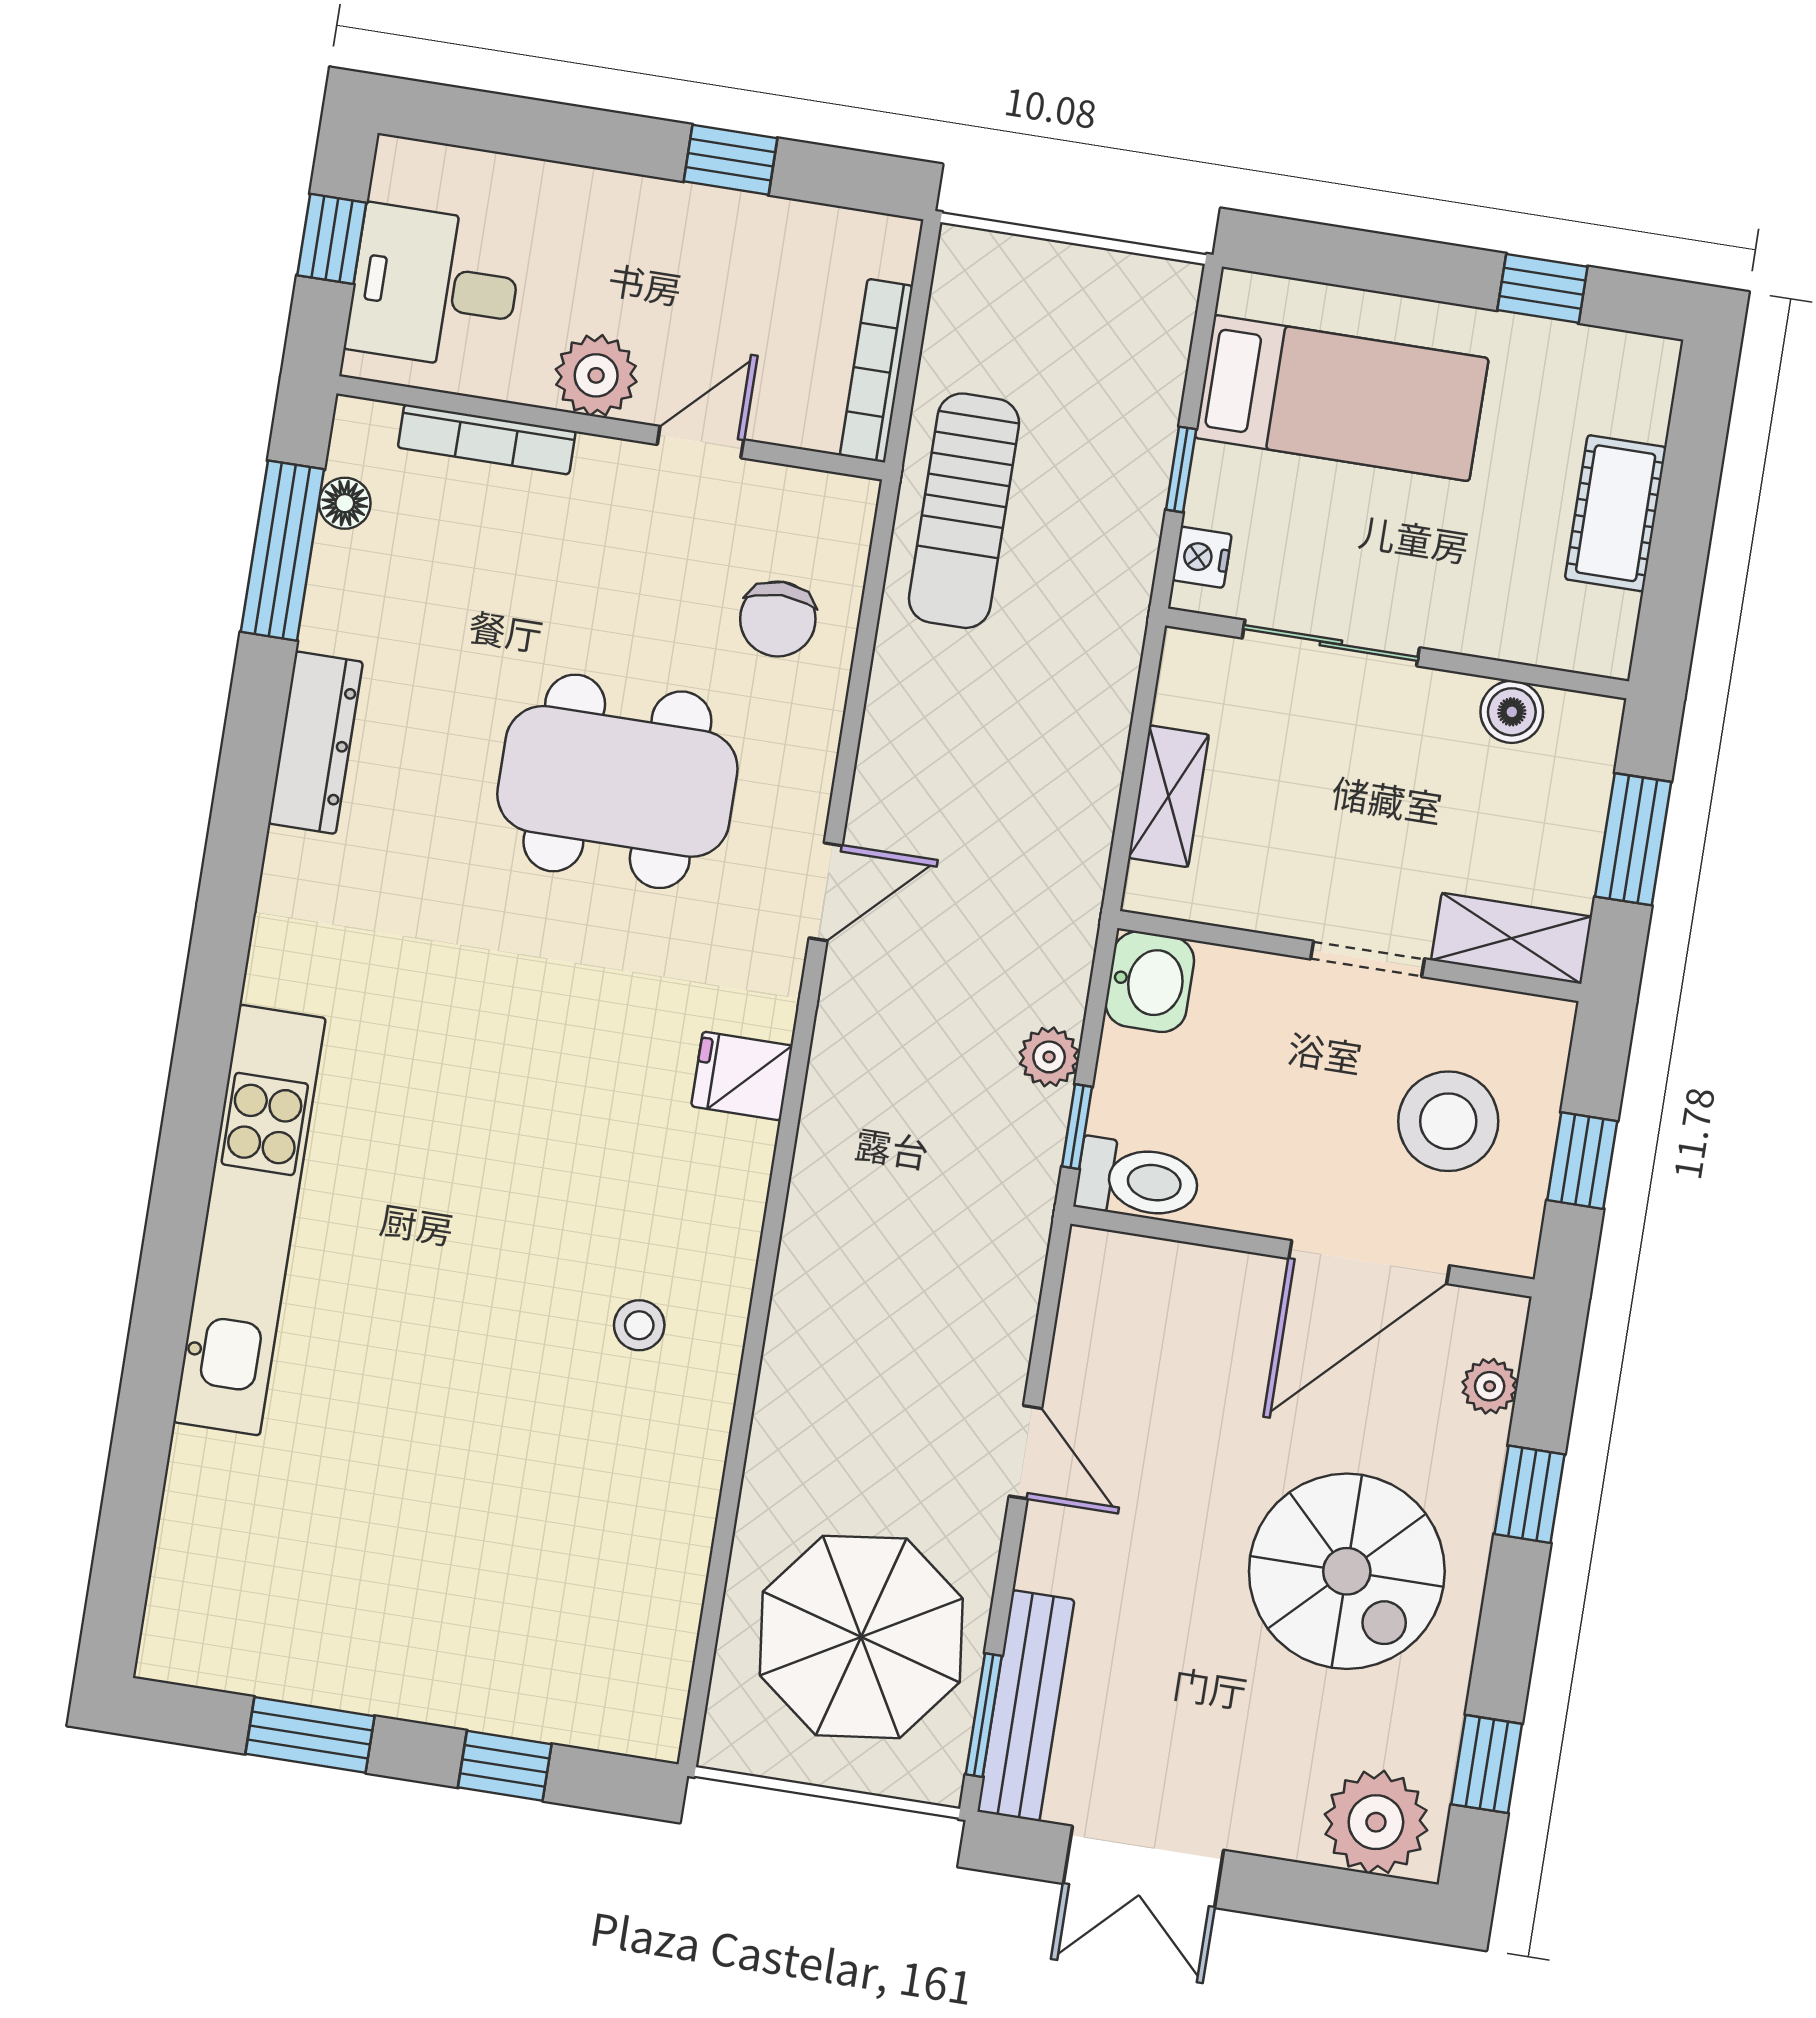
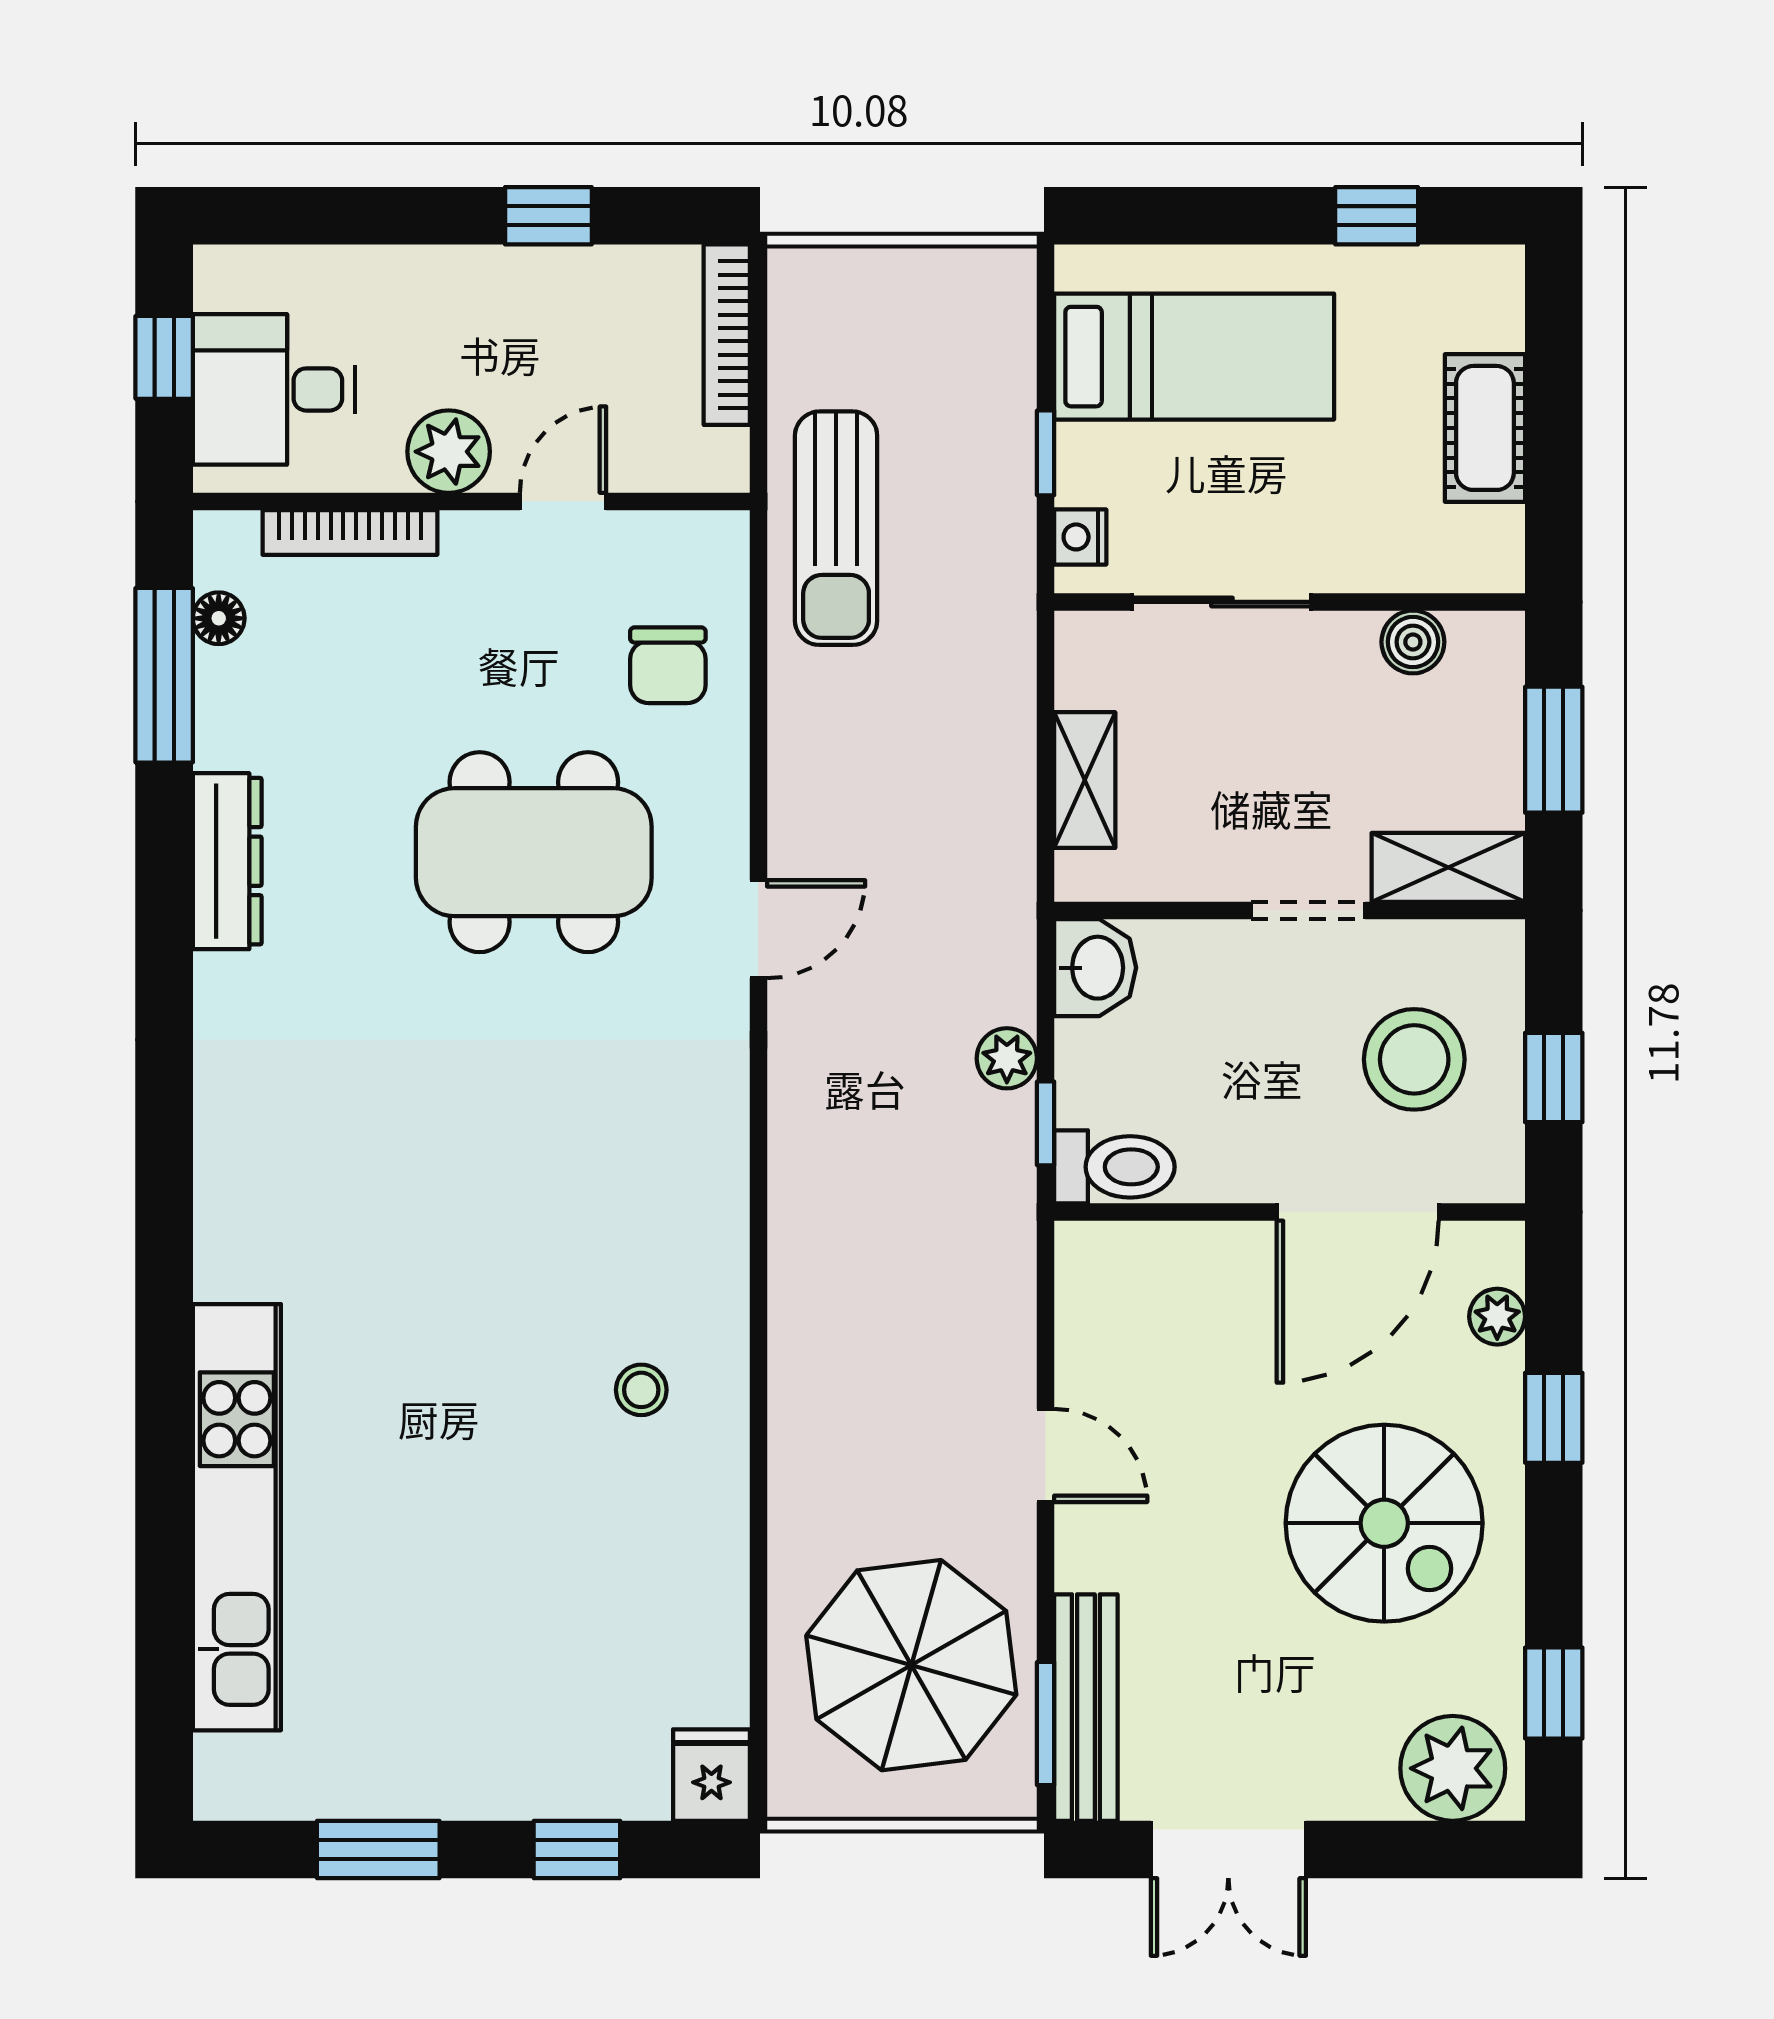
bookcase: (876, 371) -> (727, 335), moved
fridge: (742, 1076) -> (711, 1775), moved, turned 90
kitchen unit: (250, 1220) -> (237, 1517), moved

